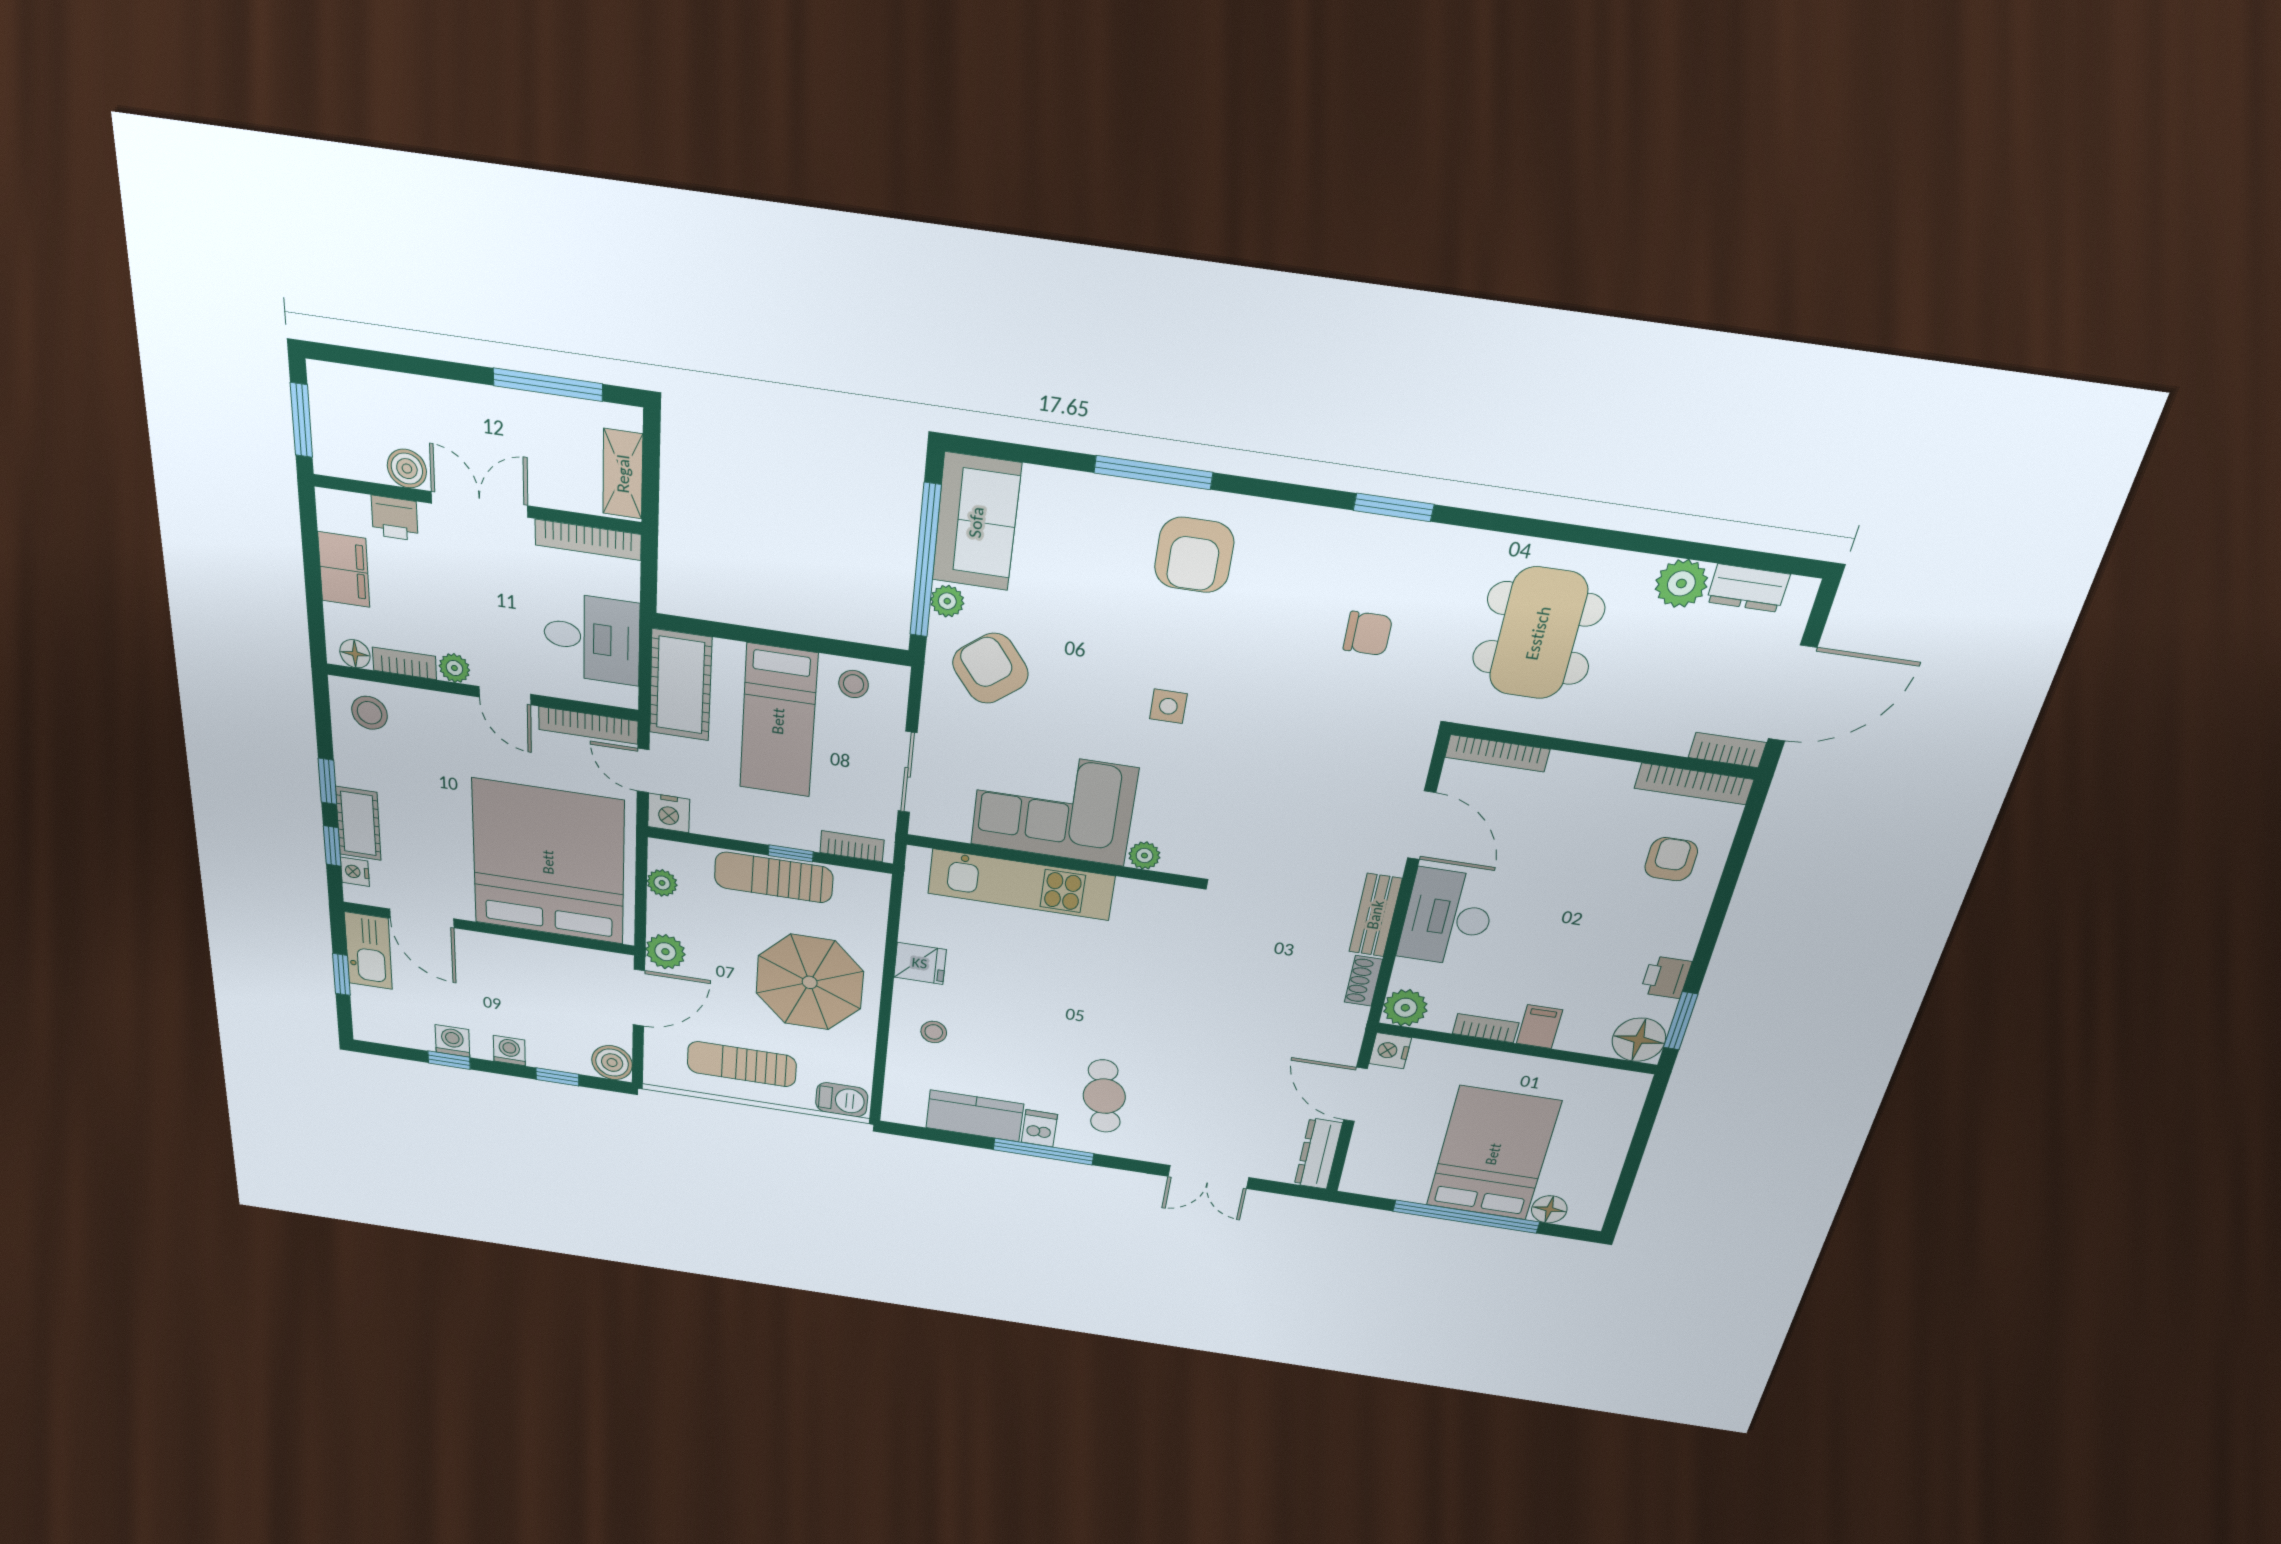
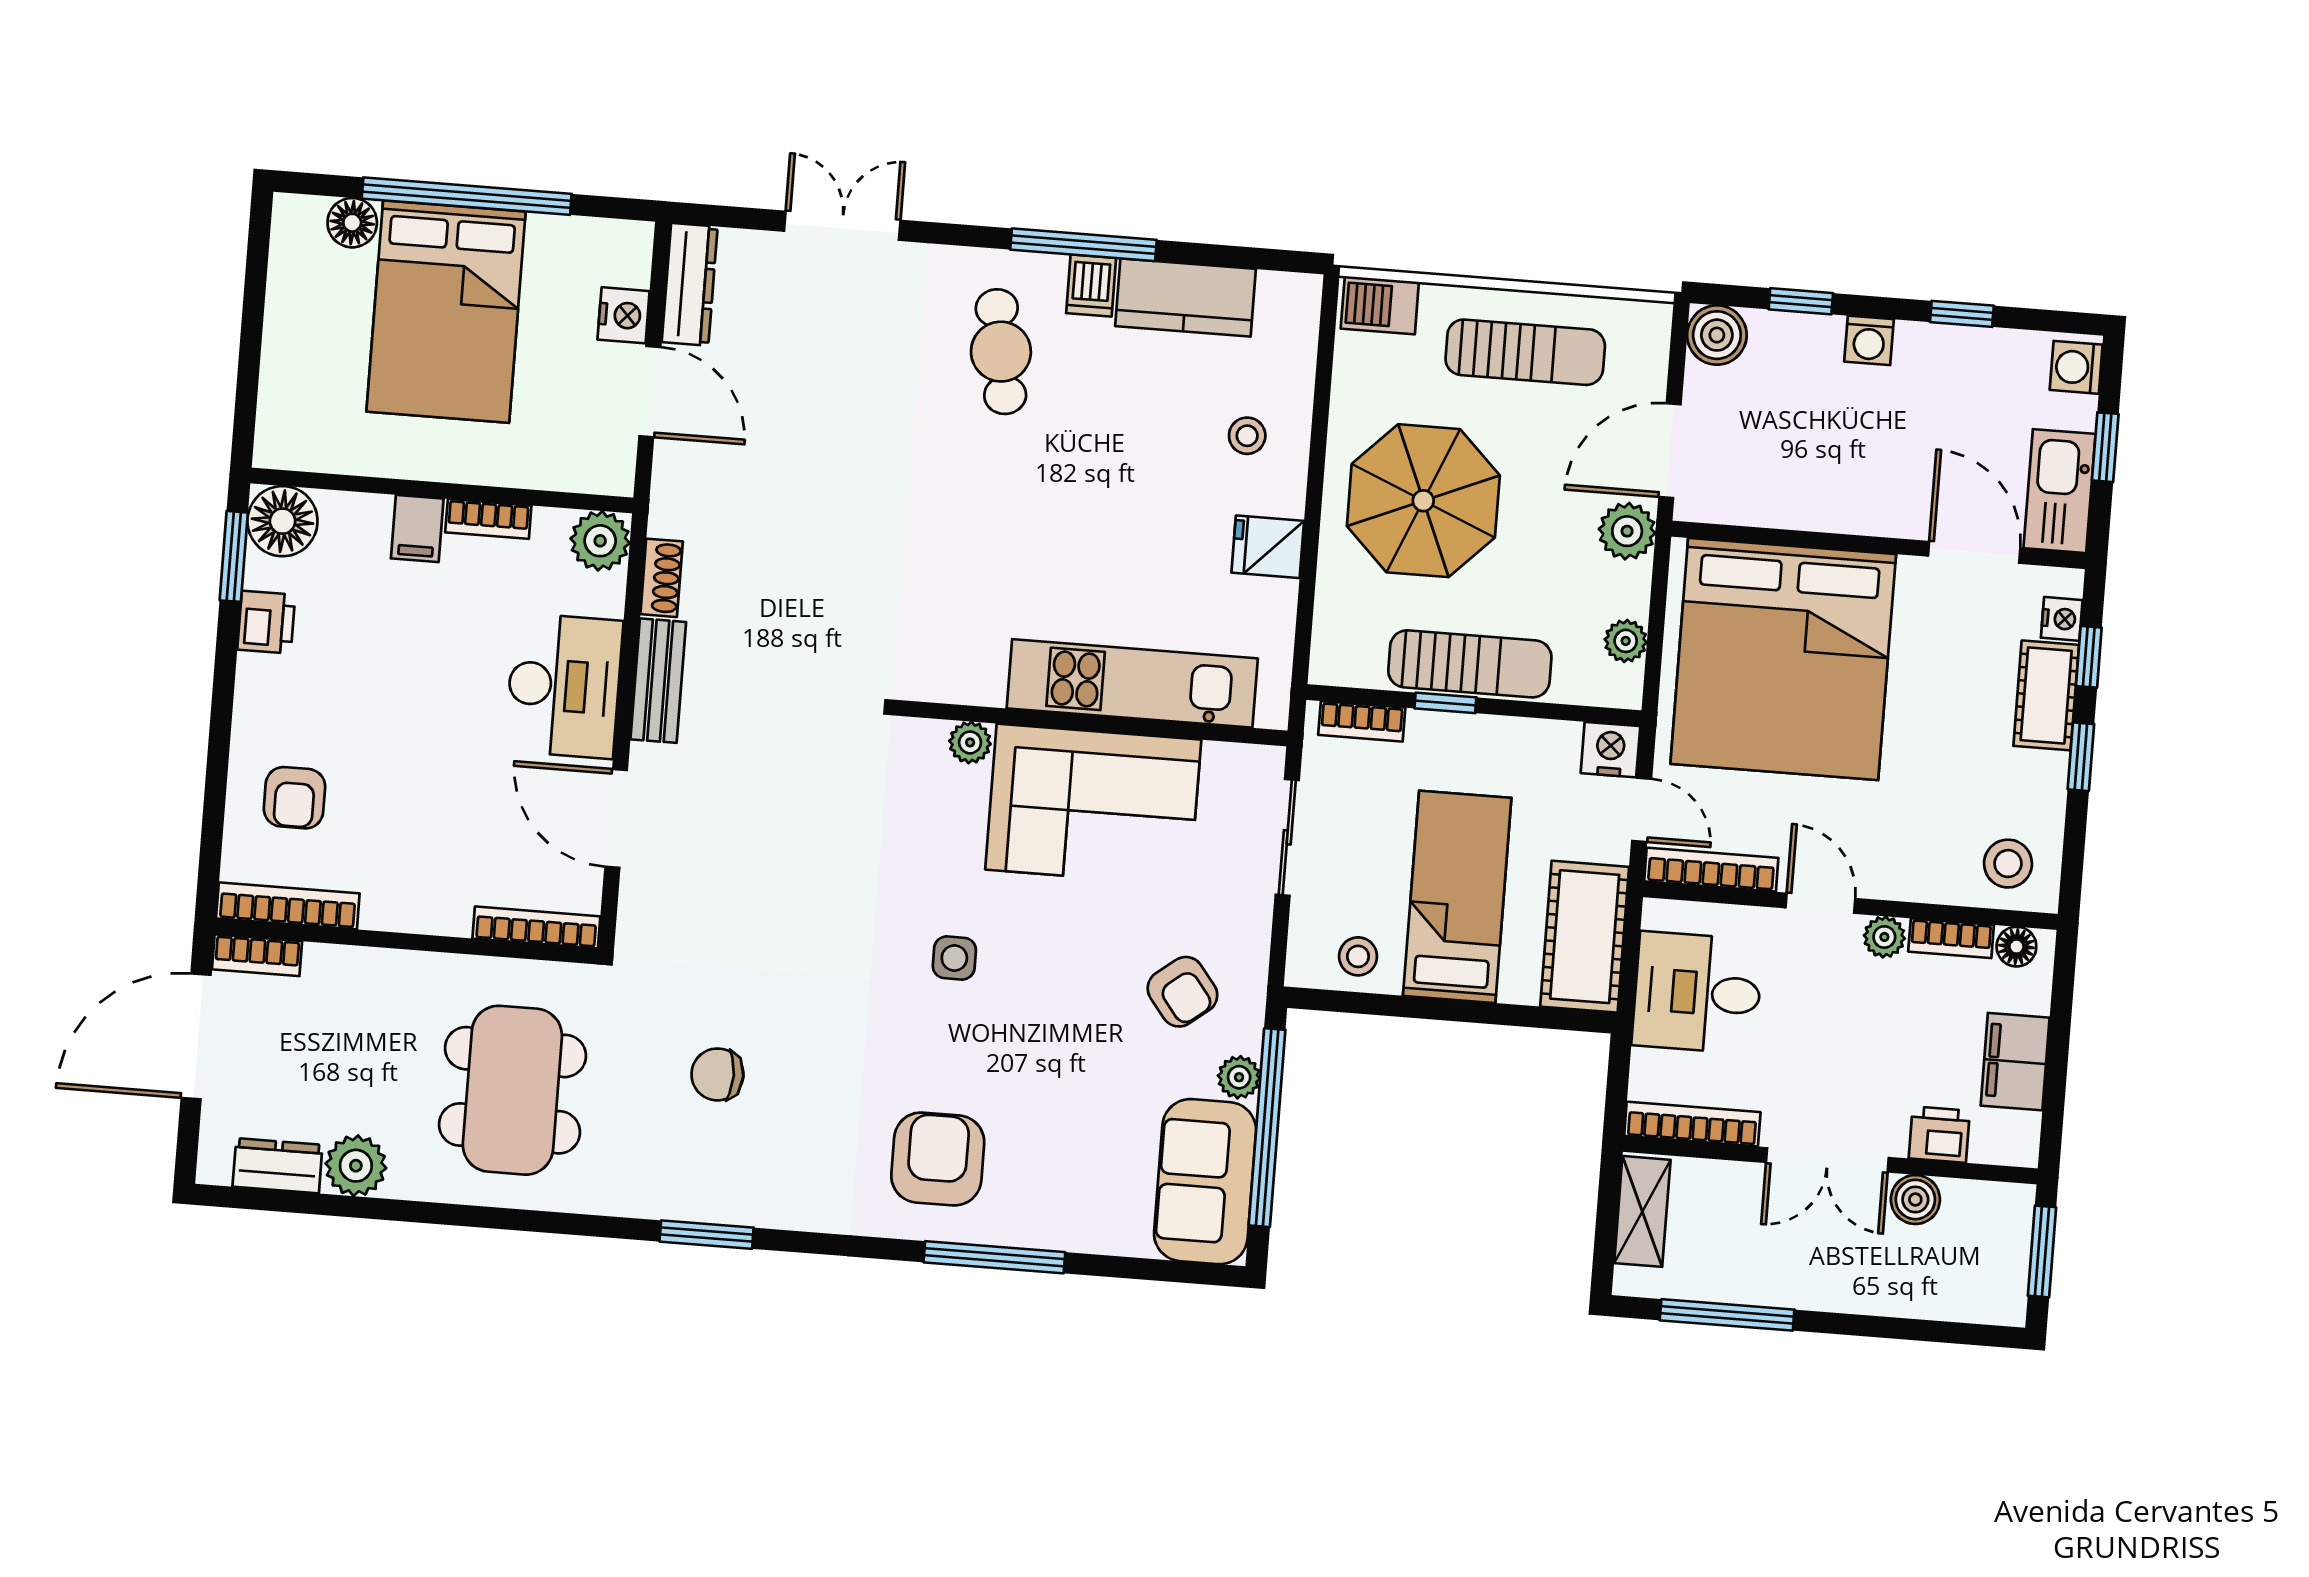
armchair: (990, 668) -> (1182, 992), width x0.72, depth x0.72
washing machine: (452, 1041) -> (2076, 367), moved, turned 90
nightstand: (1390, 1051) -> (624, 315), moved

